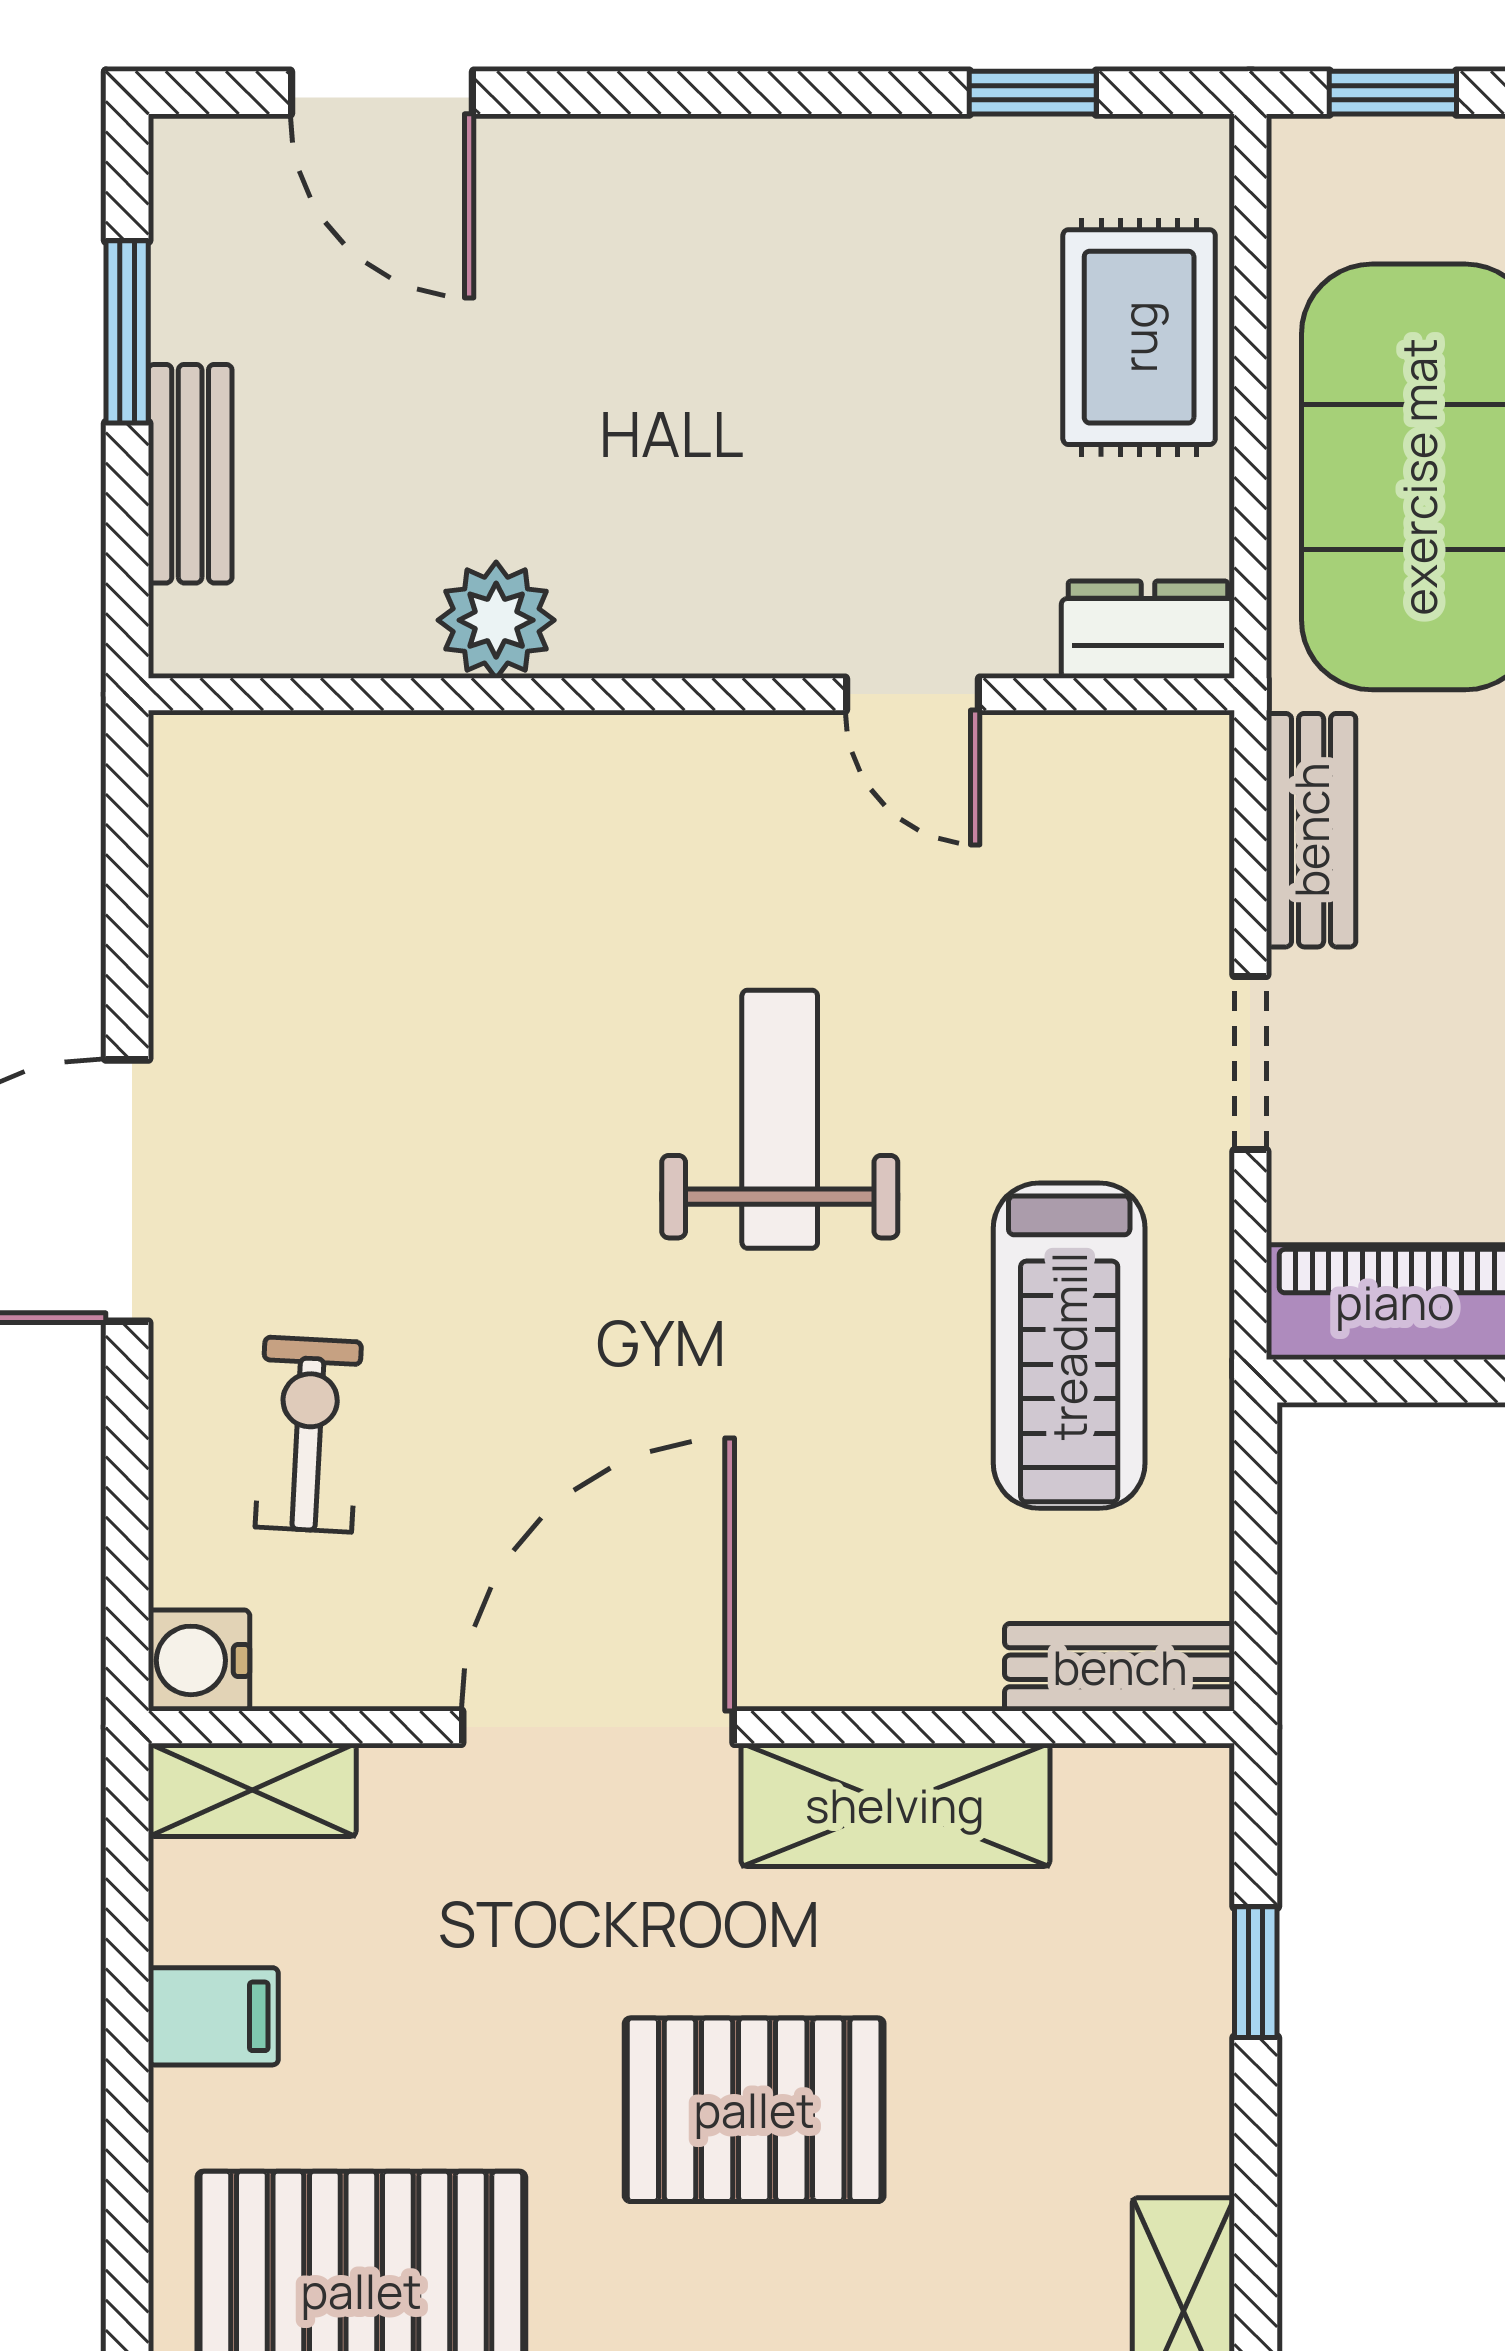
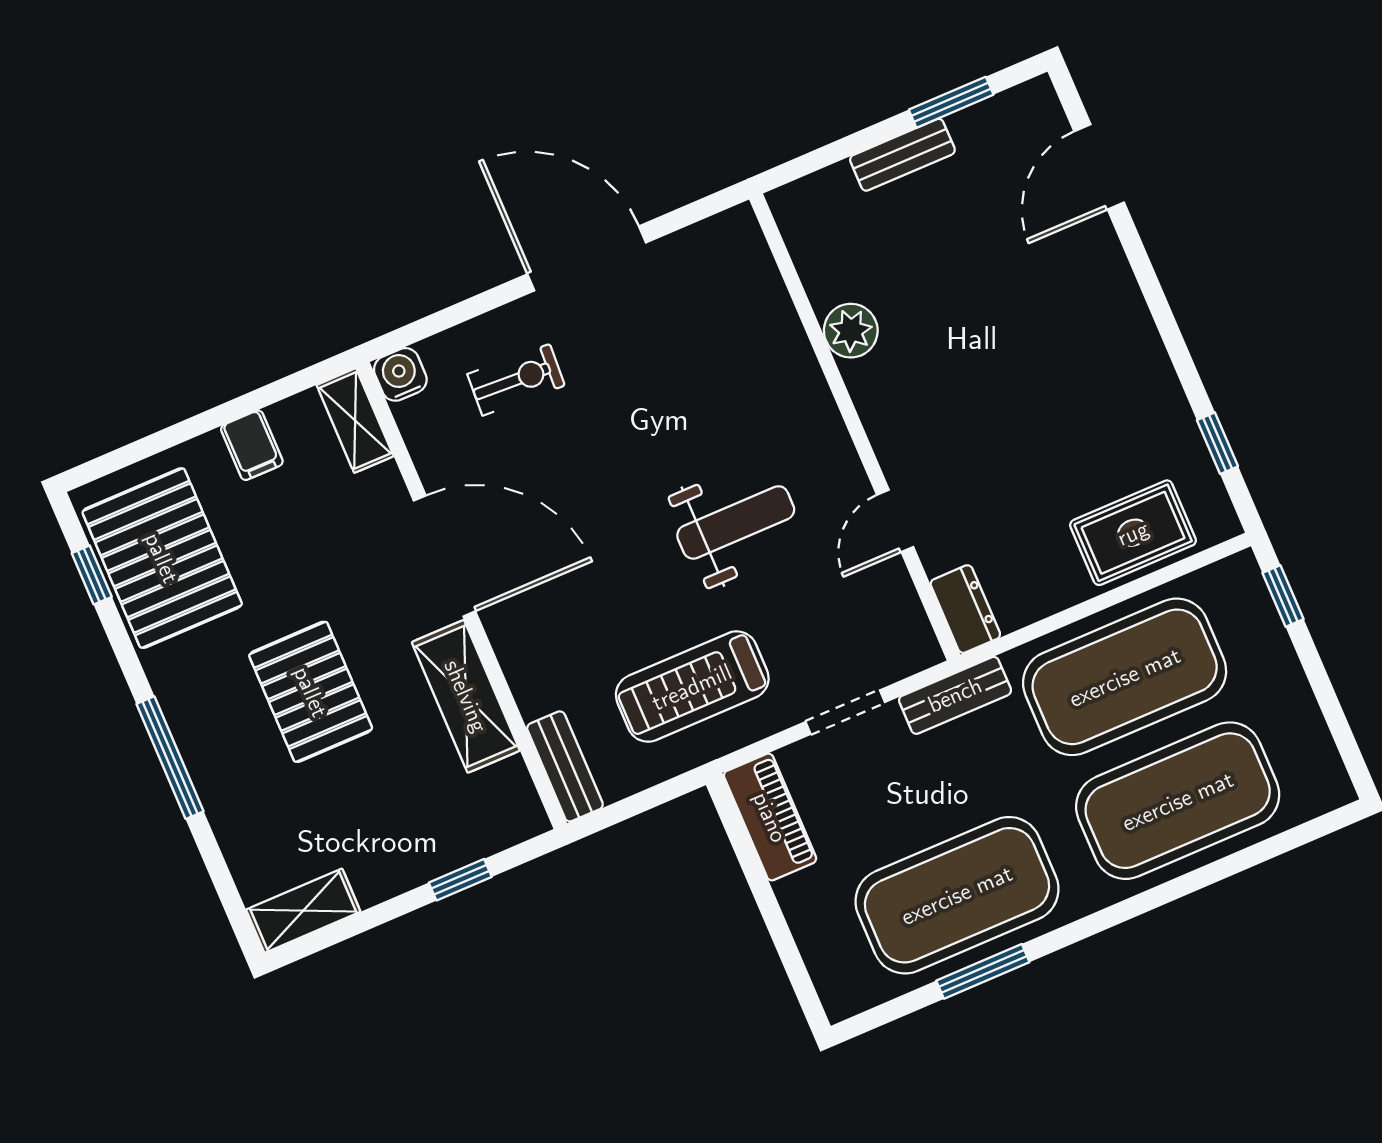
plant: (496, 620) -> (851, 331), moved
dresser: (1148, 630) -> (965, 609), moved
wall: (691, 694) -> (855, 427), moved
door: (913, 694) -> (895, 521), moved

